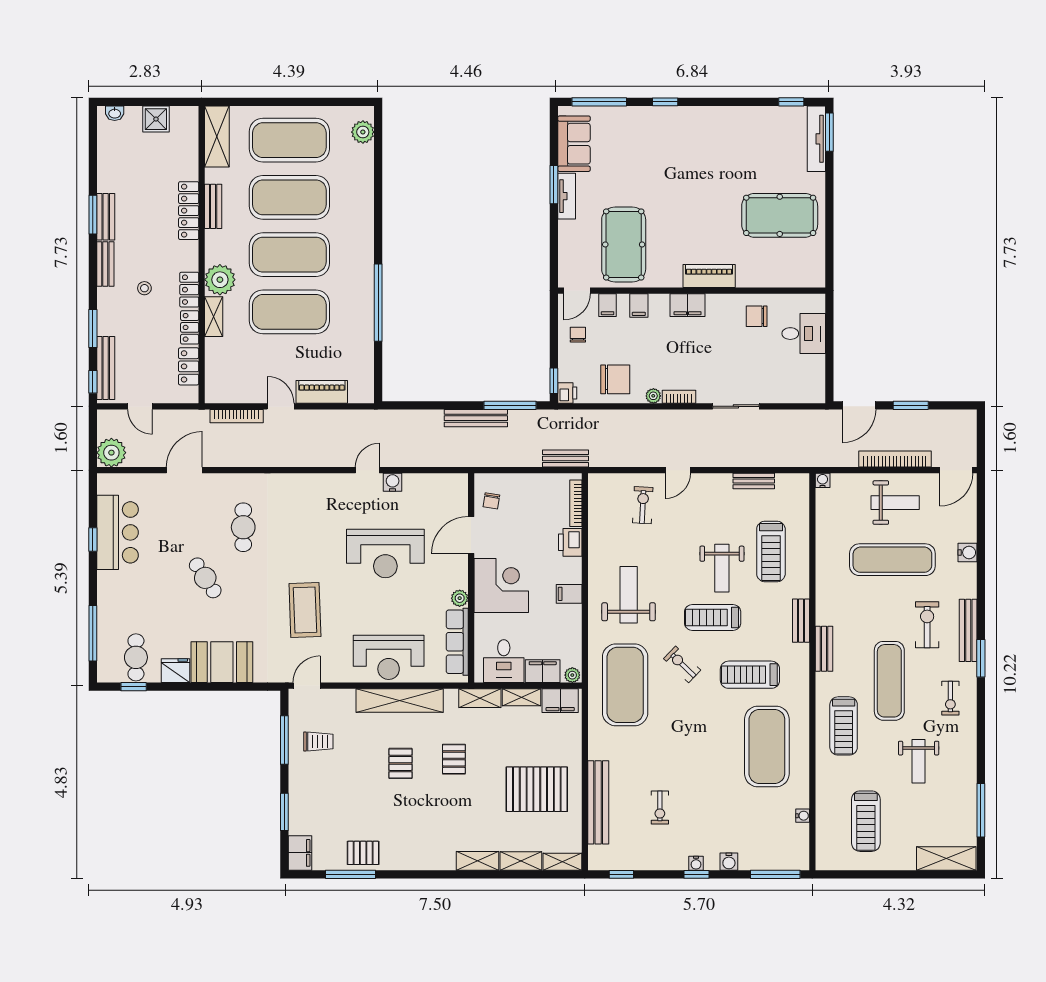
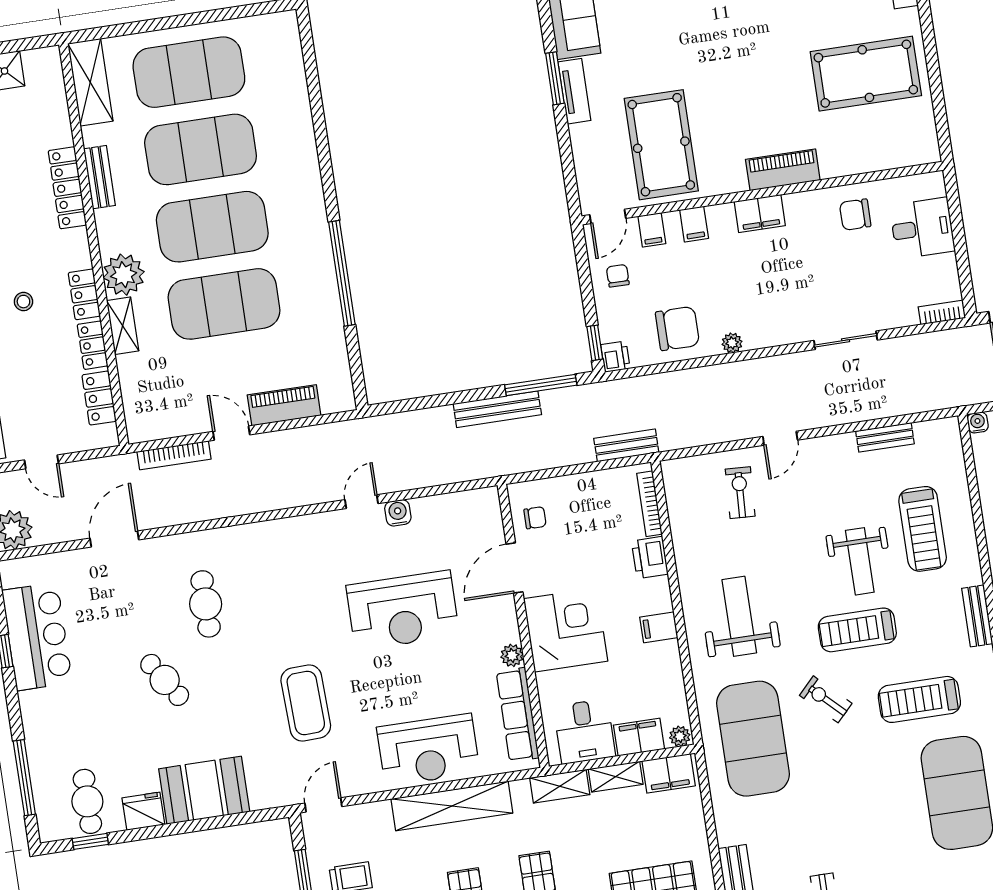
plant: (363, 132) -> (286, 46), removed
bookcase: (679, 397) -> (942, 312), moved
chair: (491, 501) -> (535, 518), turned -99

